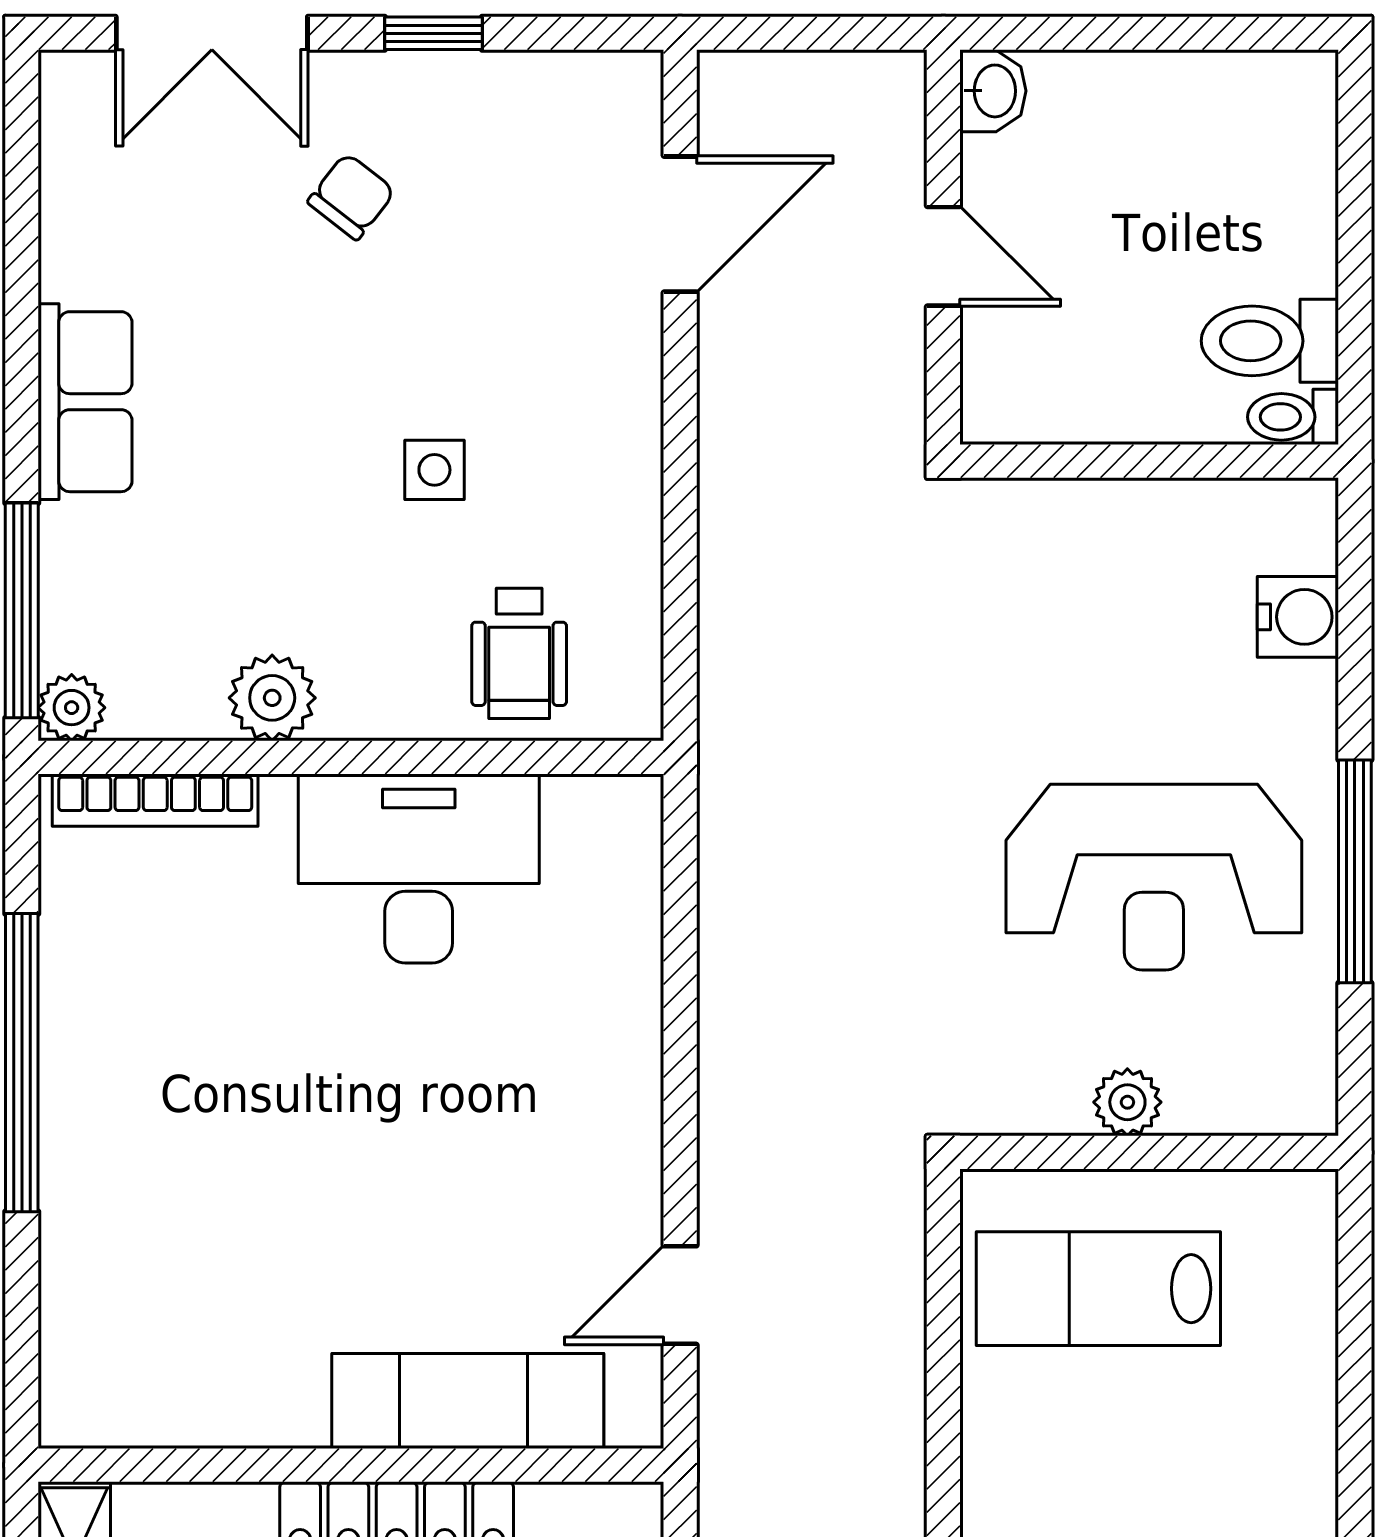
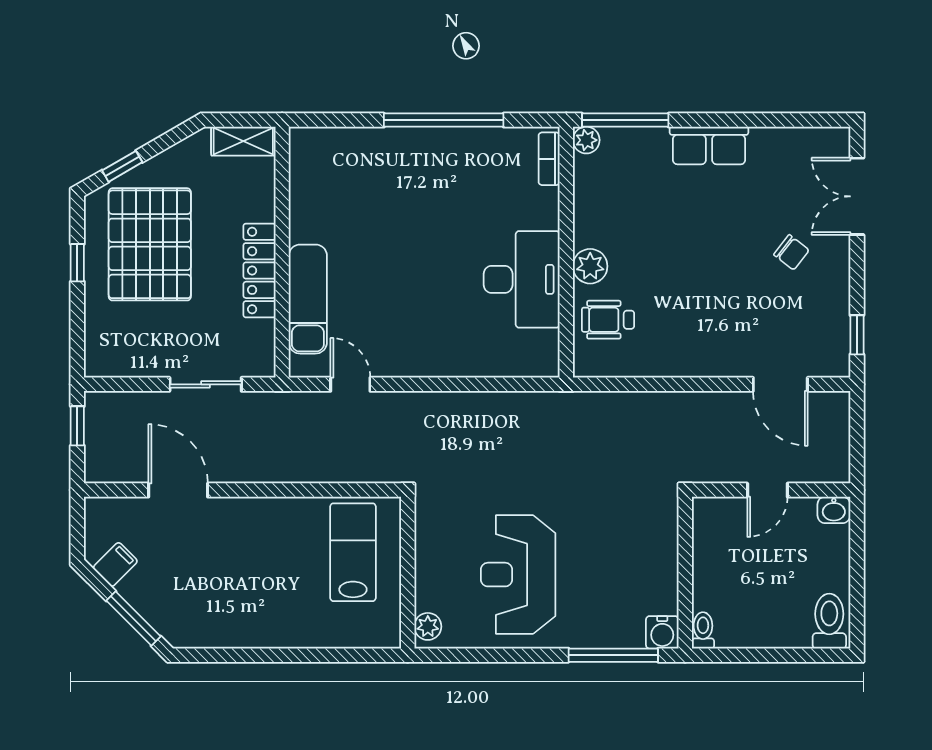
window: (433, 33) -> (857, 335), moved
toilet: (1270, 341) -> (829, 621), moved
side table: (434, 470) -> (682, 286), removed
water cooler: (1298, 617) -> (662, 632), moved
plant: (272, 698) -> (590, 266), moved
bookcase: (155, 800) -> (549, 159), width x0.64
window: (1355, 871) -> (613, 655), moved
plant: (1127, 1102) -> (428, 626), moved

